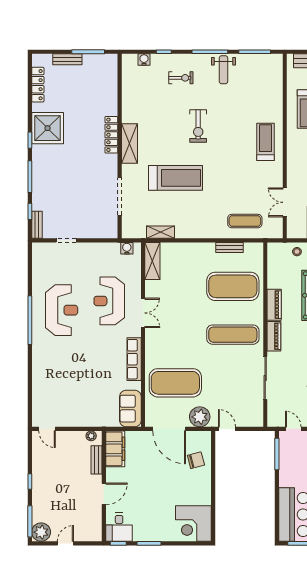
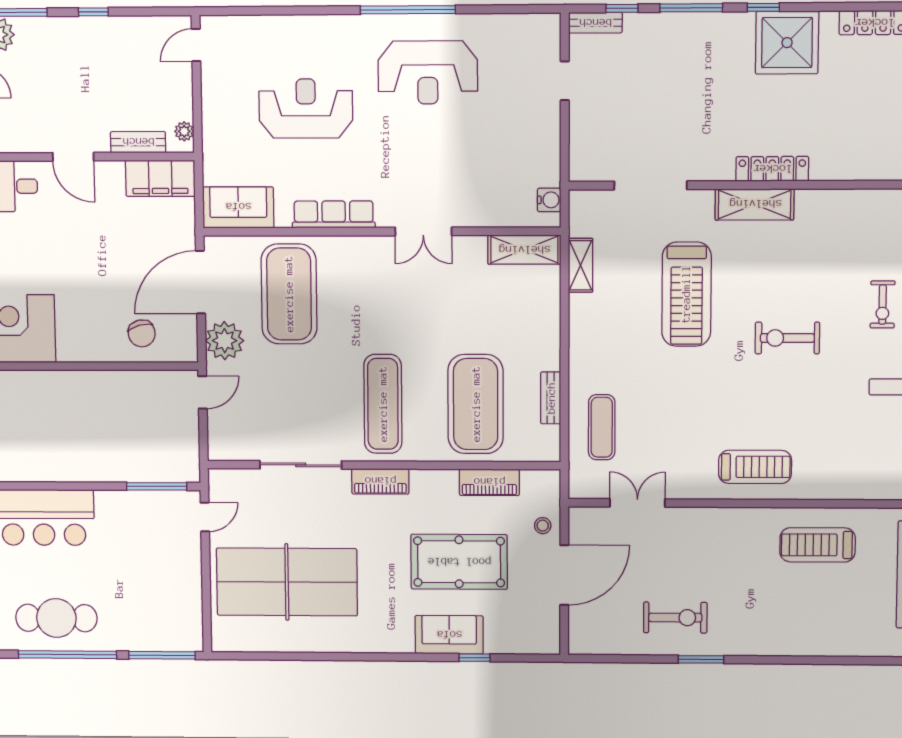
reception desk: (109, 301) -> (306, 109), moved
piano: (274, 305) -> (489, 482), moved

